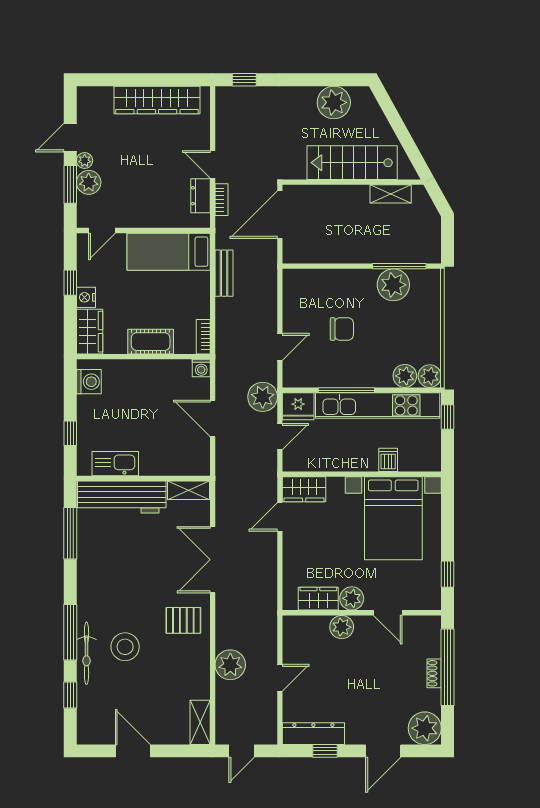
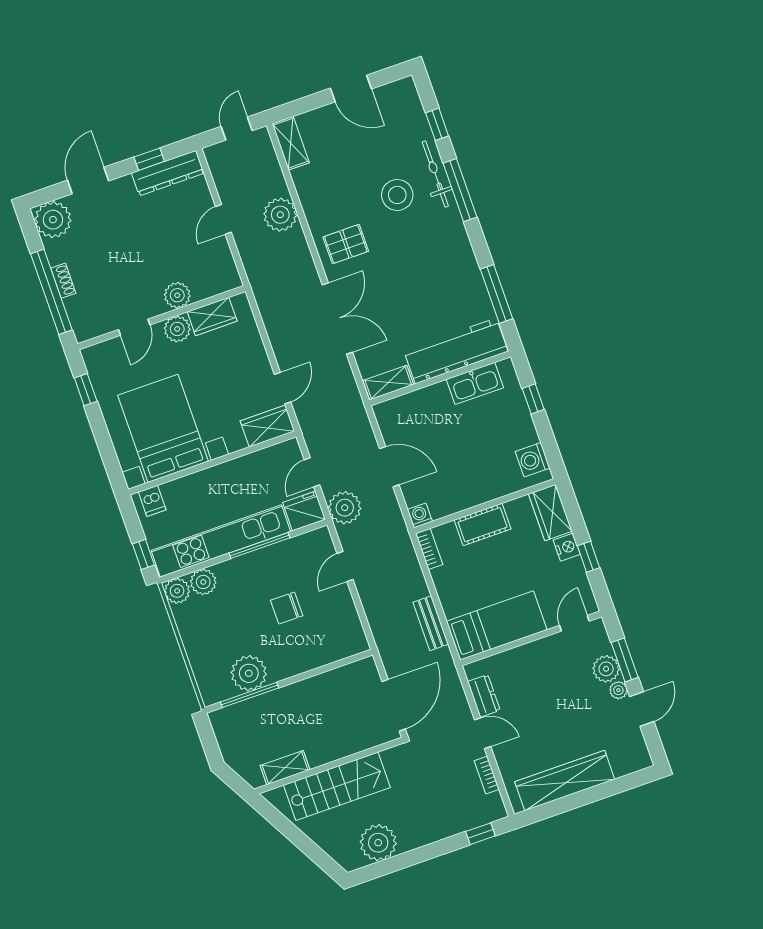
bookcase: (222, 200) -> (487, 775), moved
dishwasher: (388, 460) -> (152, 501), moved
door: (388, 613) -> (134, 327), swing flipped

